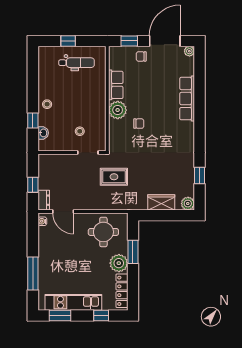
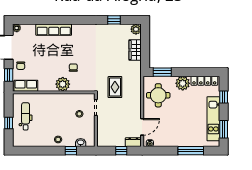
row of seats: (116, 85) -> (26, 86), moved
window: (133, 252) -> (162, 72), moved

